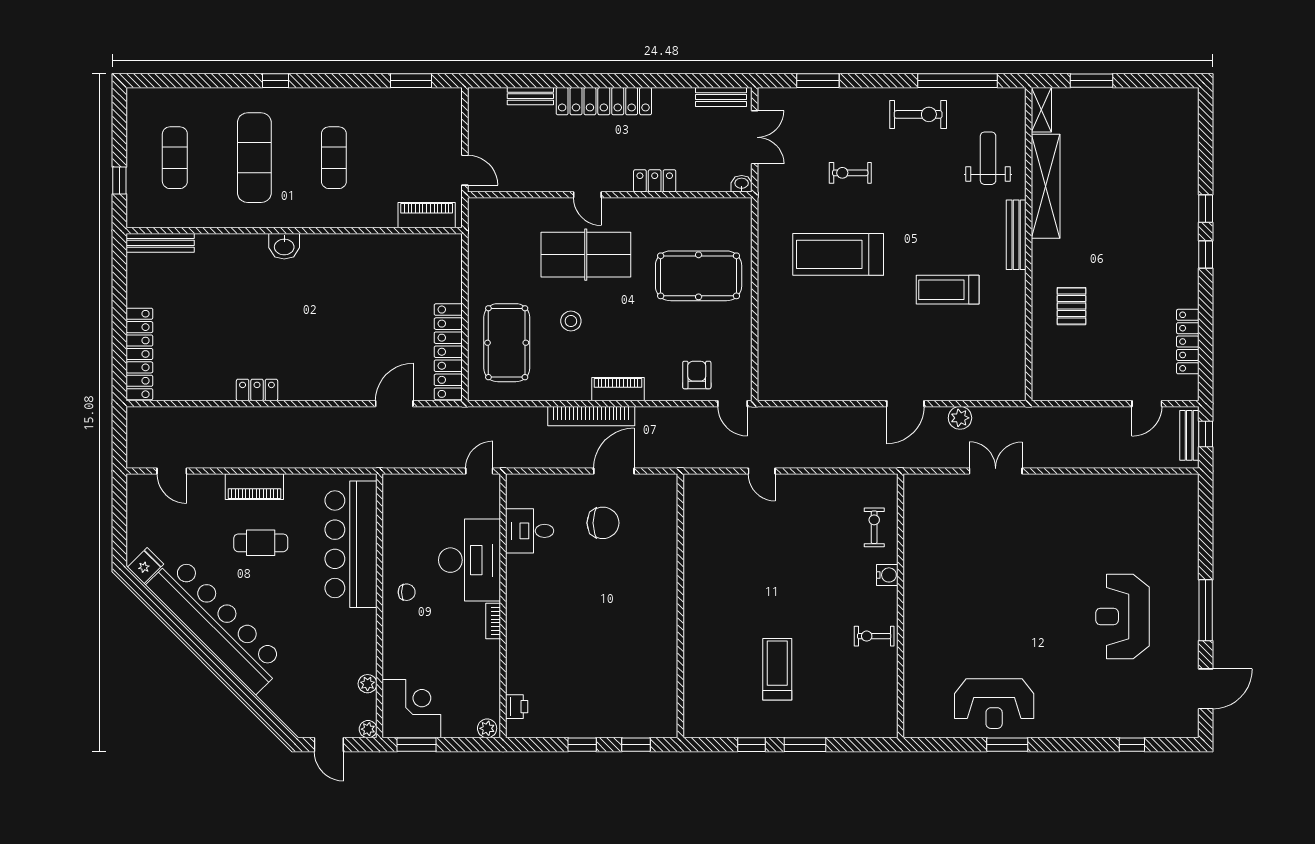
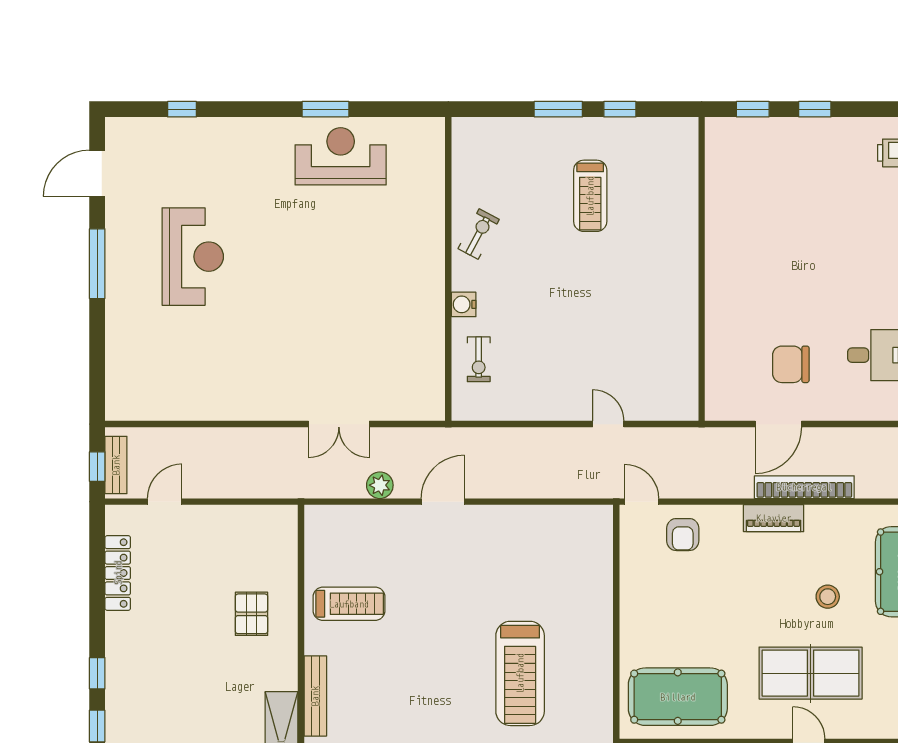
treadmill: (838, 254) -> (520, 673), turned 90
pool table: (699, 276) -> (678, 697), moved
treadmill: (948, 290) -> (349, 604), moved
exercise bike: (874, 636) -> (479, 234), turned -62

